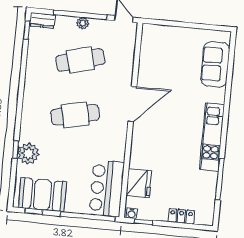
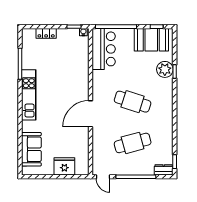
plant: (83, 23) -> (133, 171), removed
cafe table: (75, 115) -> (133, 102), turned 30
fridge: (139, 183) -> (64, 166), moved, turned 90

